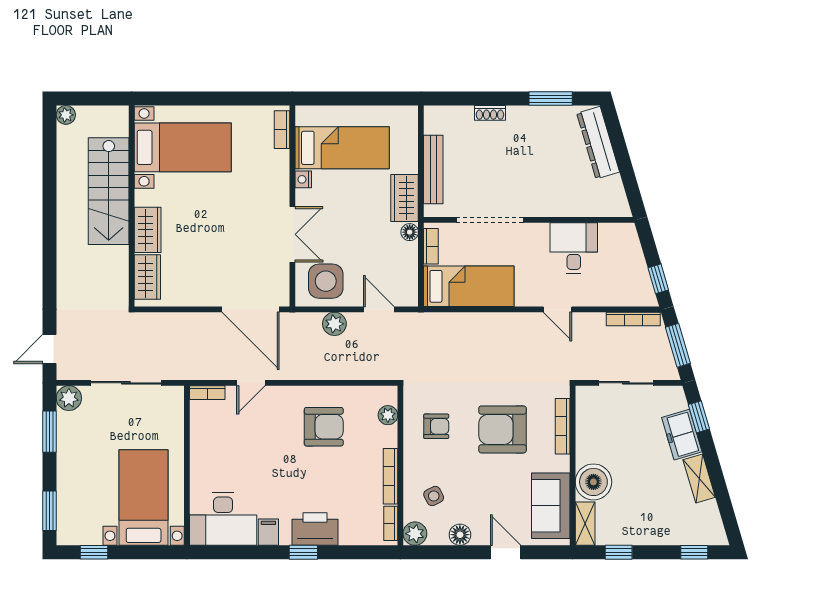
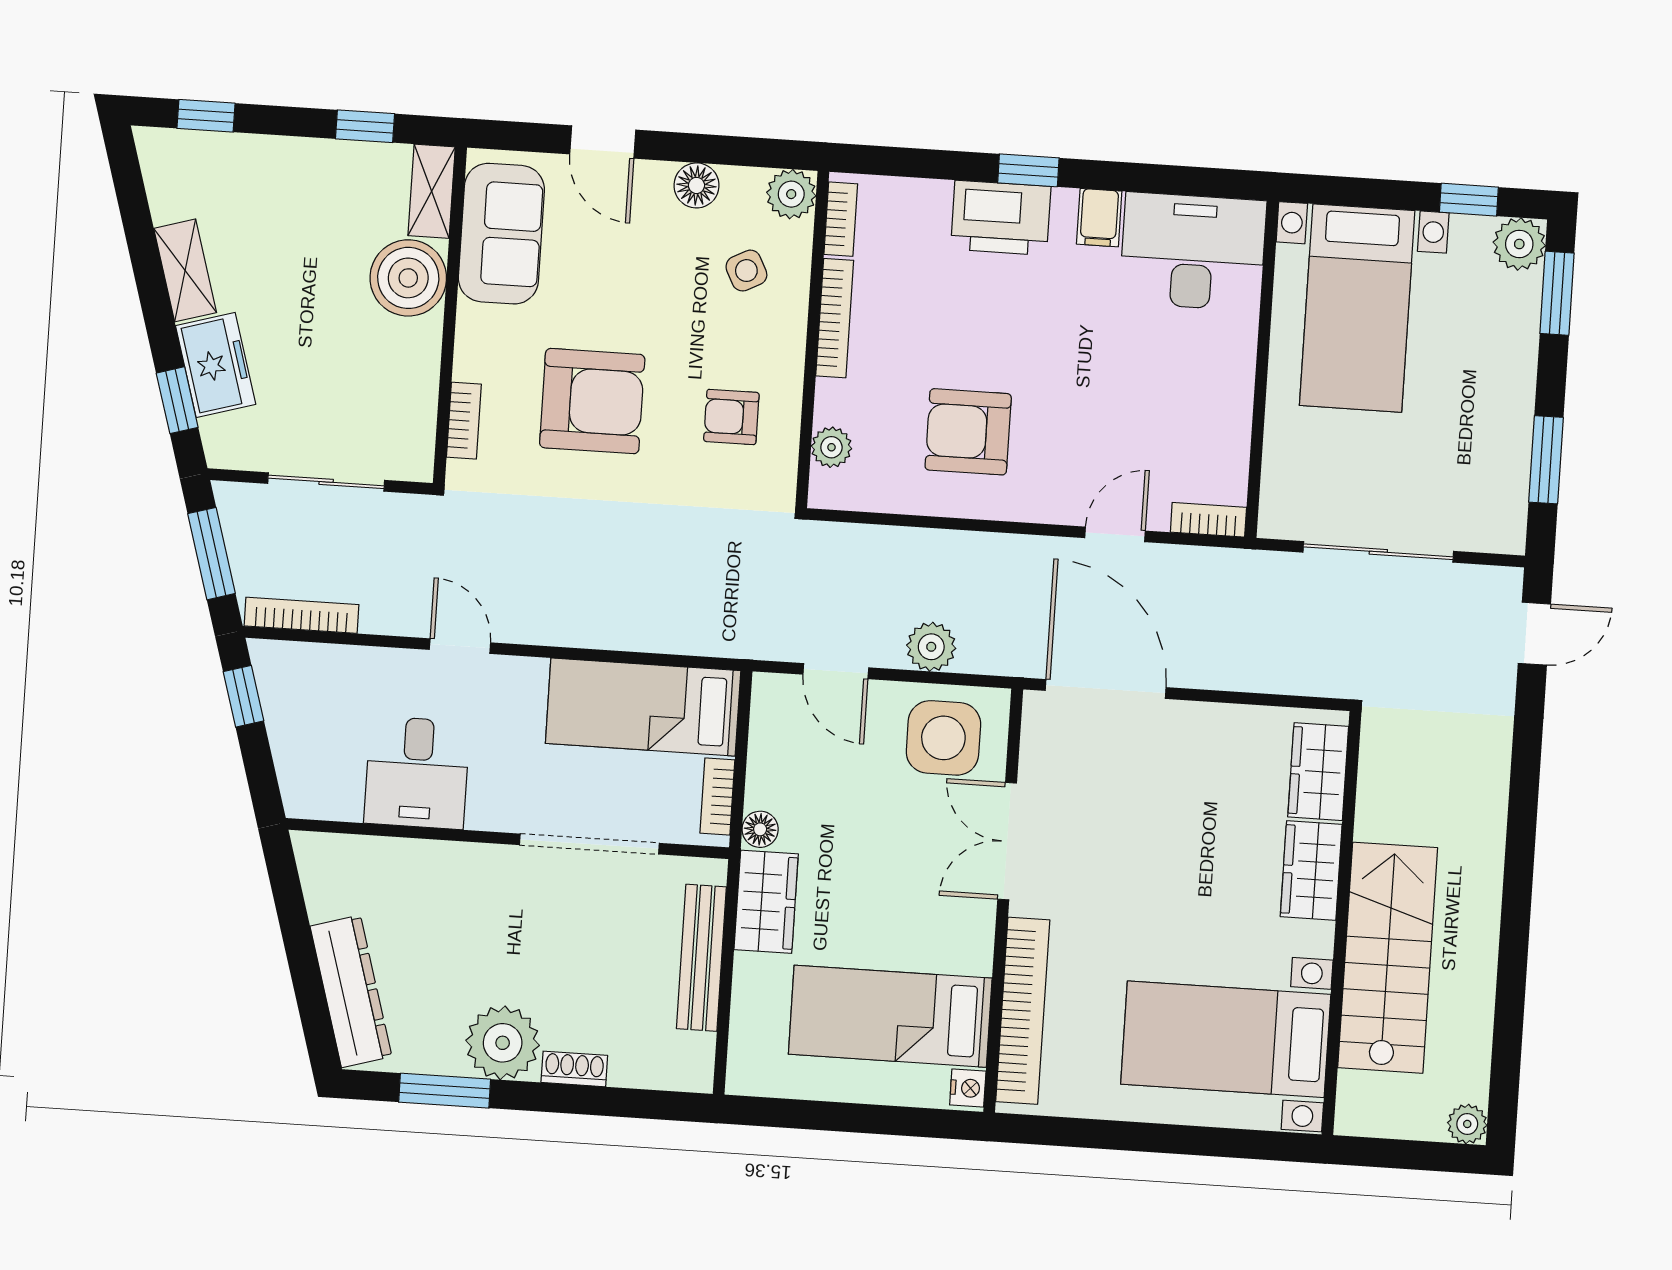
plant: (525, 123) -> (503, 1043), added
bookcase: (282, 130) -> (1023, 1011), width x2.31, depth x1.31
nightstand: (303, 179) -> (968, 1088), moved
plant: (69, 398) -> (1519, 244), moved
bookcase: (563, 426) -> (464, 421), width x0.64

